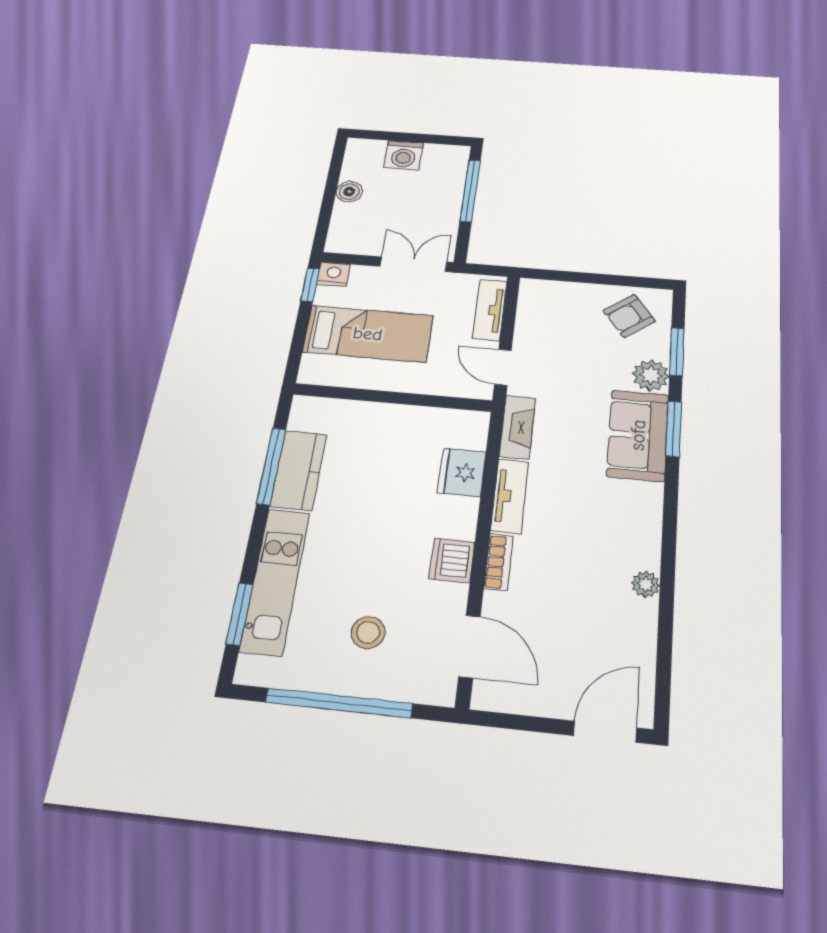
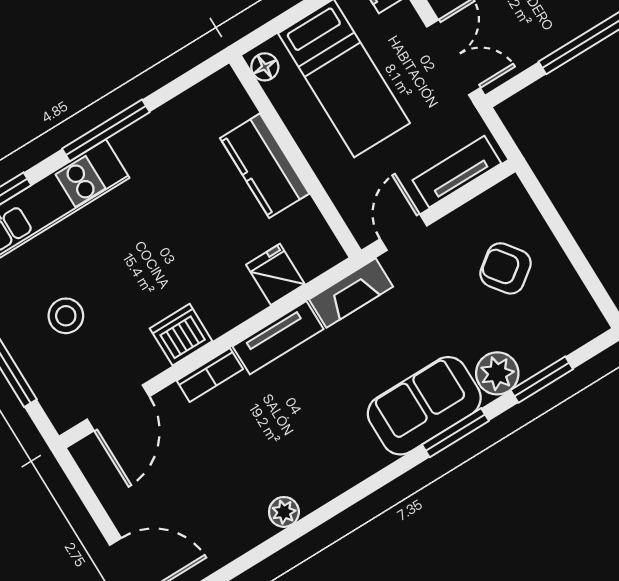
armchair: (629, 316) -> (506, 268), moved
floor lamp: (316, 375) -> (265, 67), added
window: (271, 466) -> (106, 130), moved
kitchen counter: (298, 470) -> (265, 166), moved, turned 90
fridge: (462, 472) -> (275, 274), width x0.72

